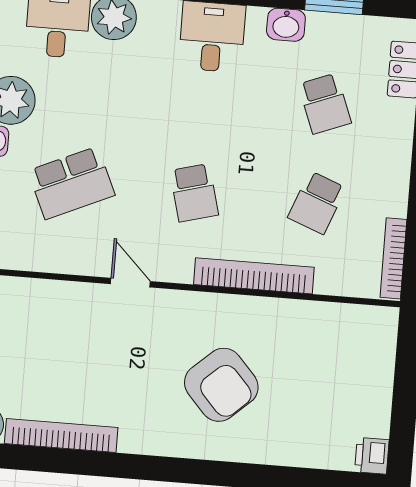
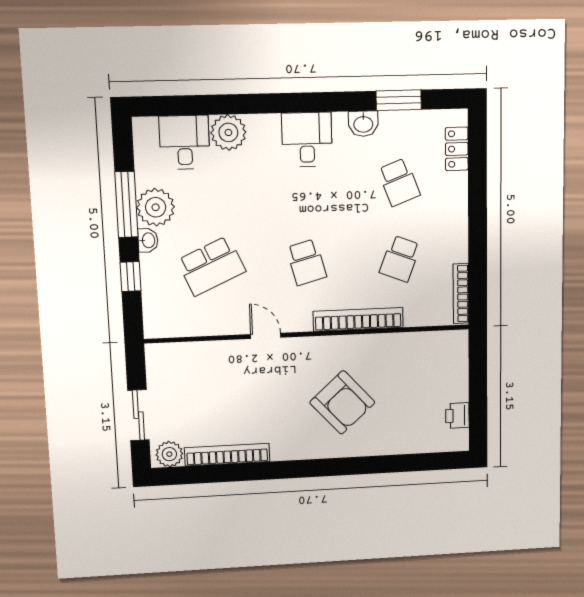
printer: (372, 456) -> (457, 416), moved

